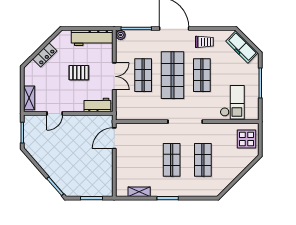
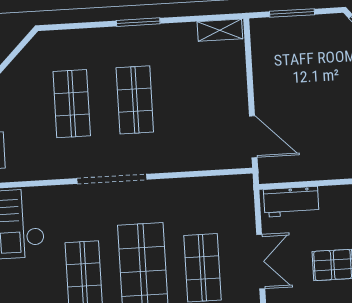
double door: (114, 76) -> (261, 262), swing flipped
door: (114, 138) -> (253, 137), hinge flipped
shelving: (139, 192) -> (220, 30), moved

